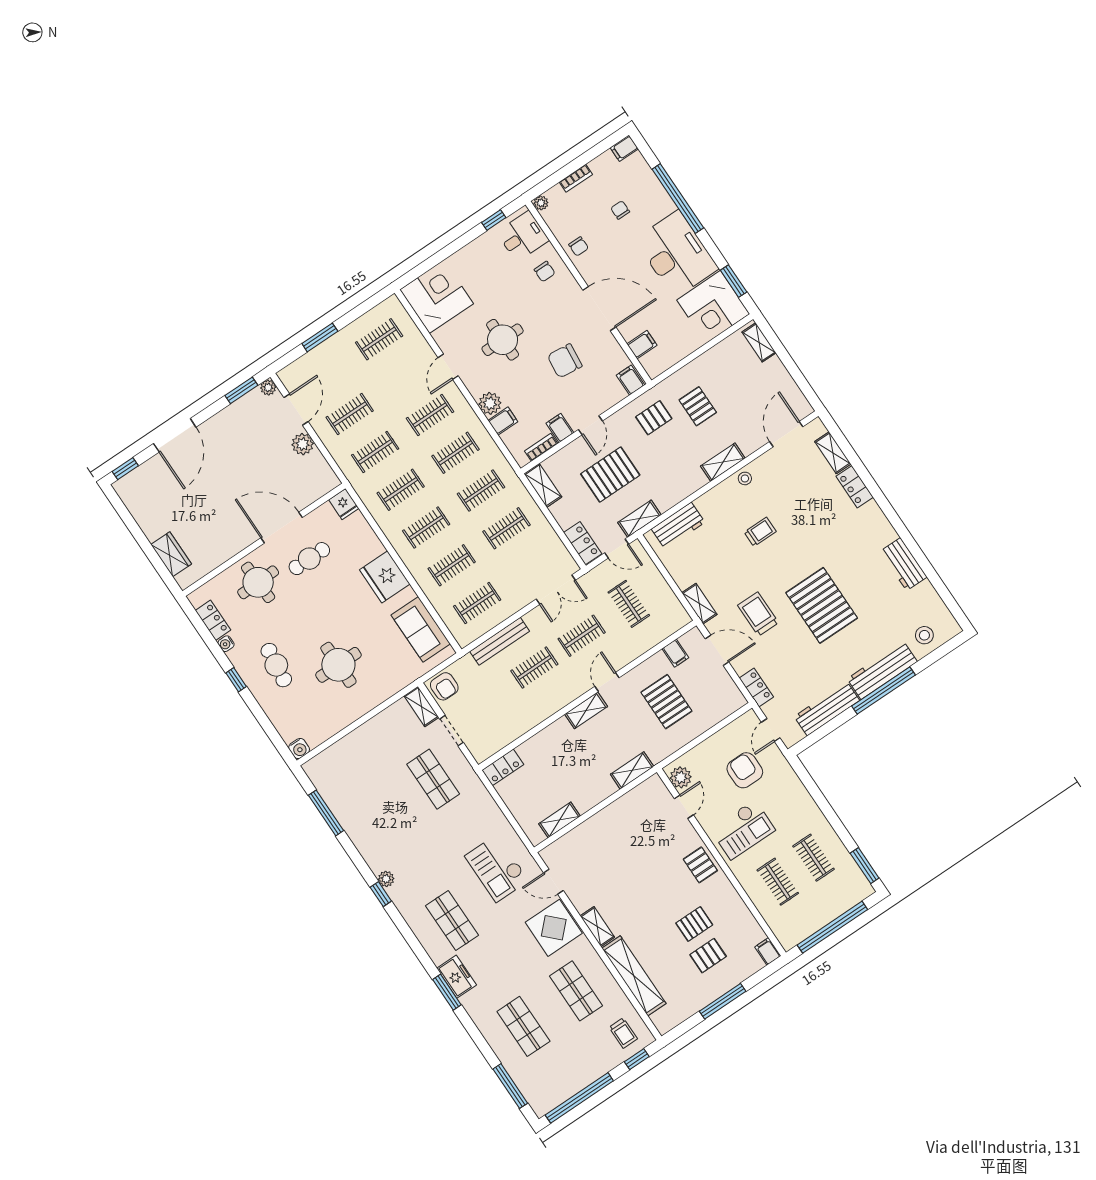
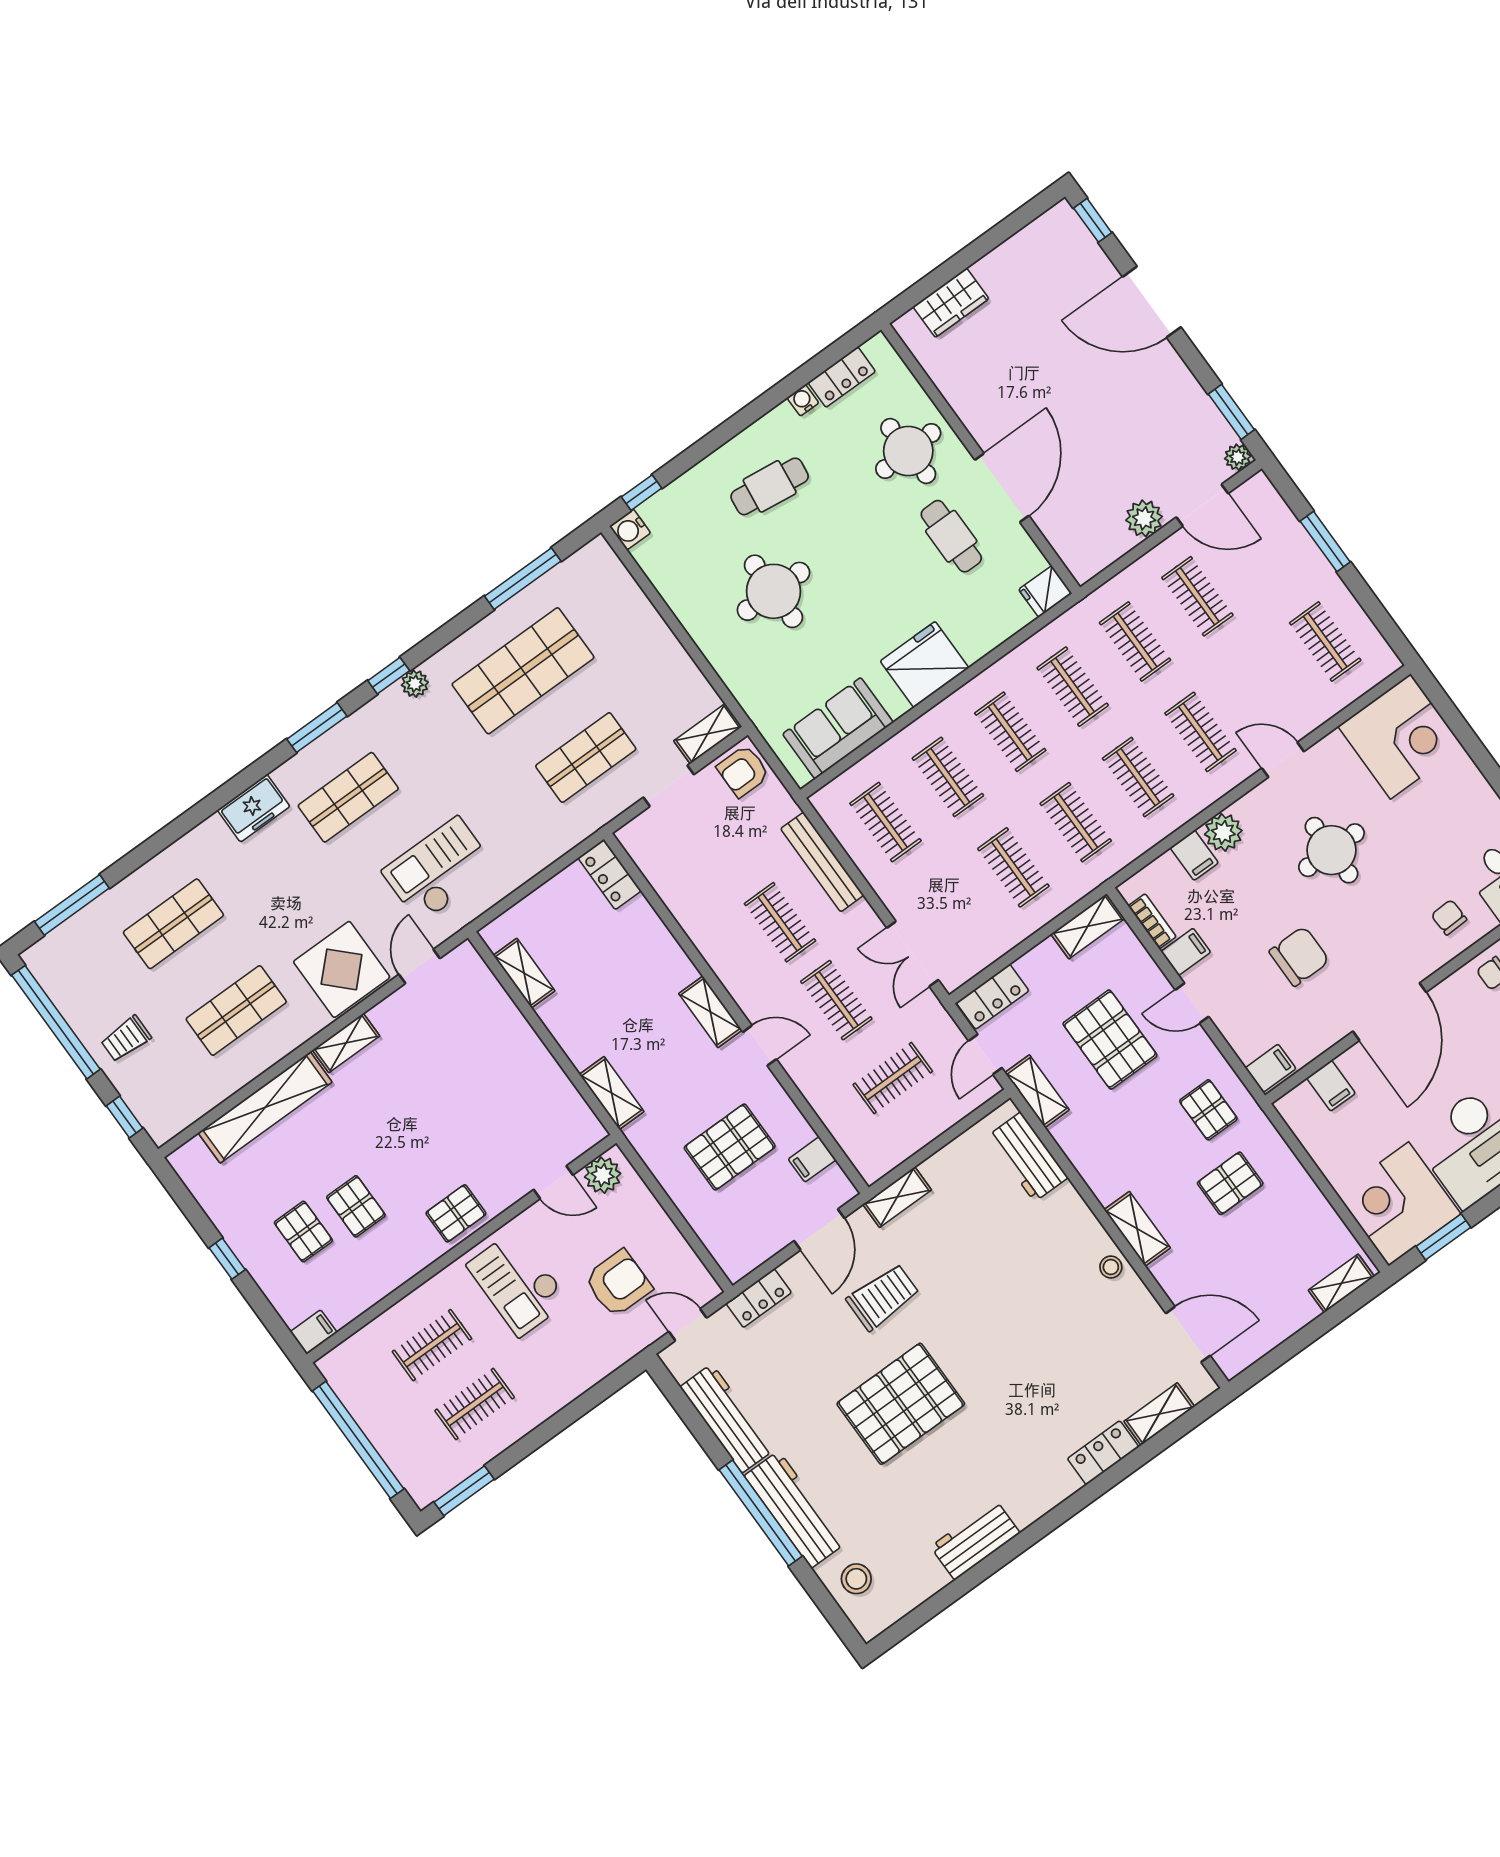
chair: (545, 272) -> (1449, 917), turned 88
chair: (565, 361) -> (1299, 956), turned 84
trolley: (760, 532) -> (1022, 1296), removed
window: (236, 680) -> (642, 493), moved
shop shelf: (381, 815) -> (523, 671), added
window: (447, 992) -> (317, 728), moved
window: (723, 1001) -> (227, 1259), width x0.46
trolley: (623, 1033) -> (126, 1039), moved

